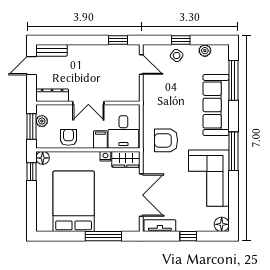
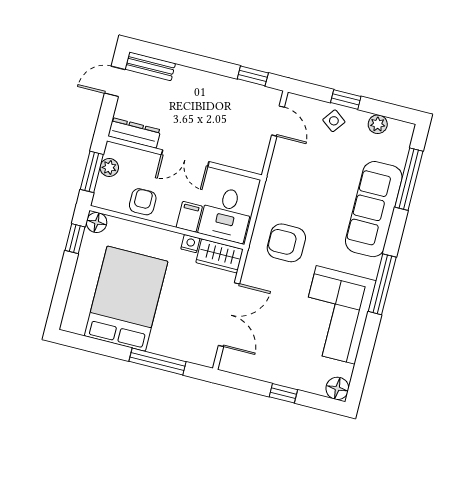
tv unit: (160, 226) -> (245, 367), removed

